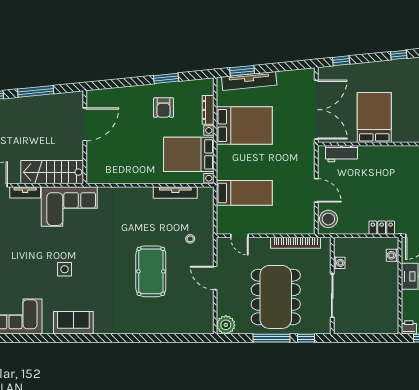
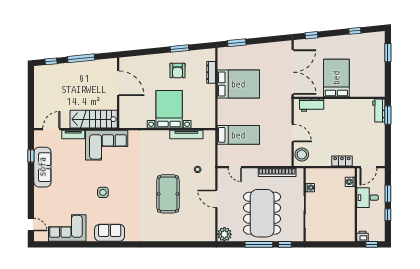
tv unit: (249, 81) -> (242, 50), removed
door: (85, 124) -> (118, 83), hinge flipped
bed with nightstands: (189, 154) -> (169, 109), moved, turned 90

